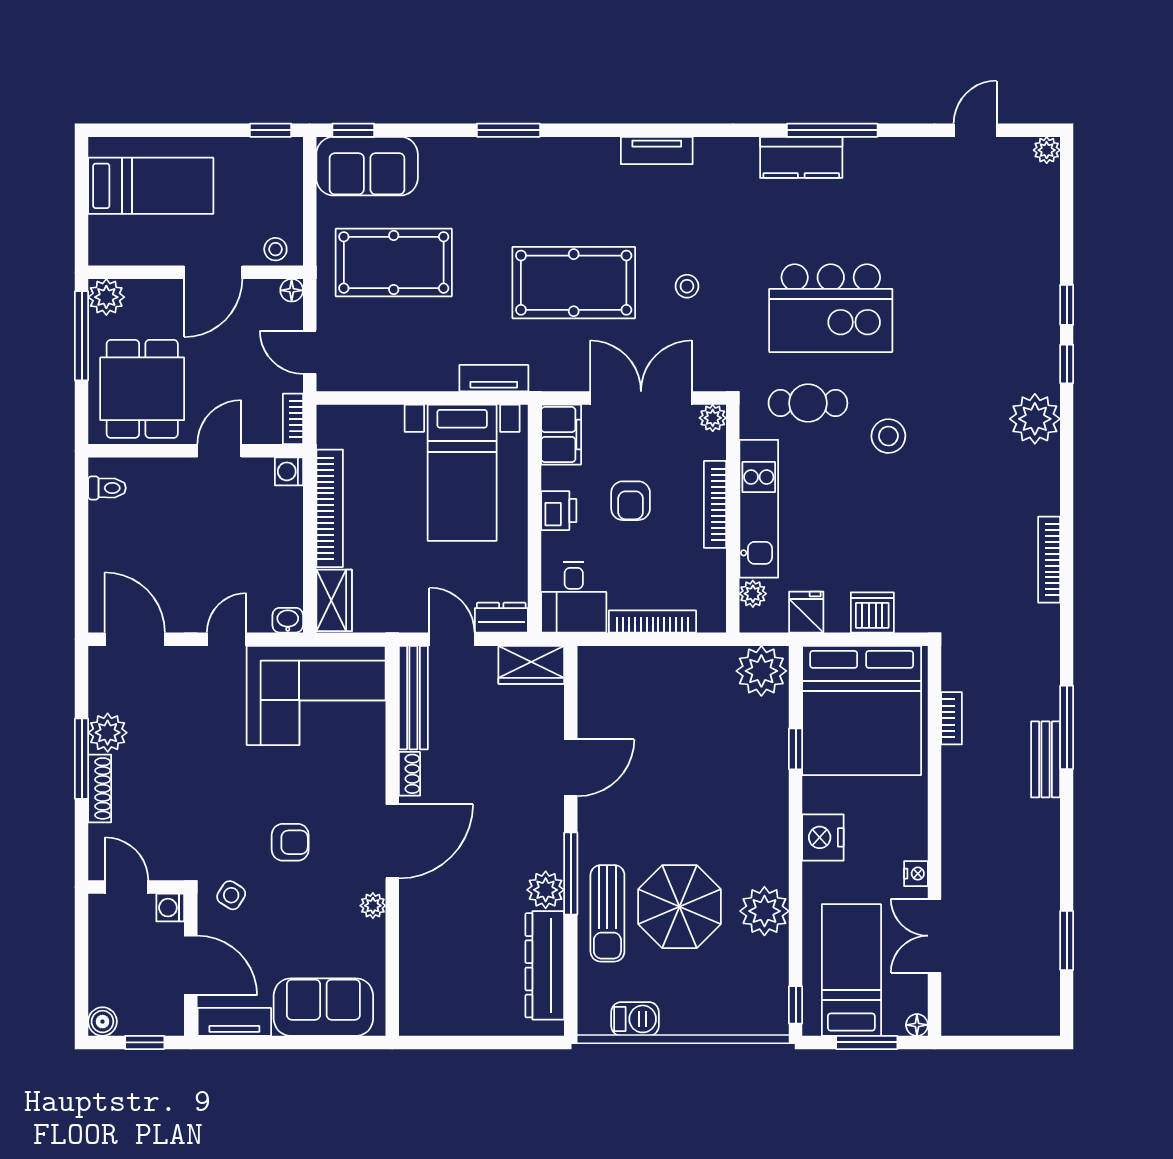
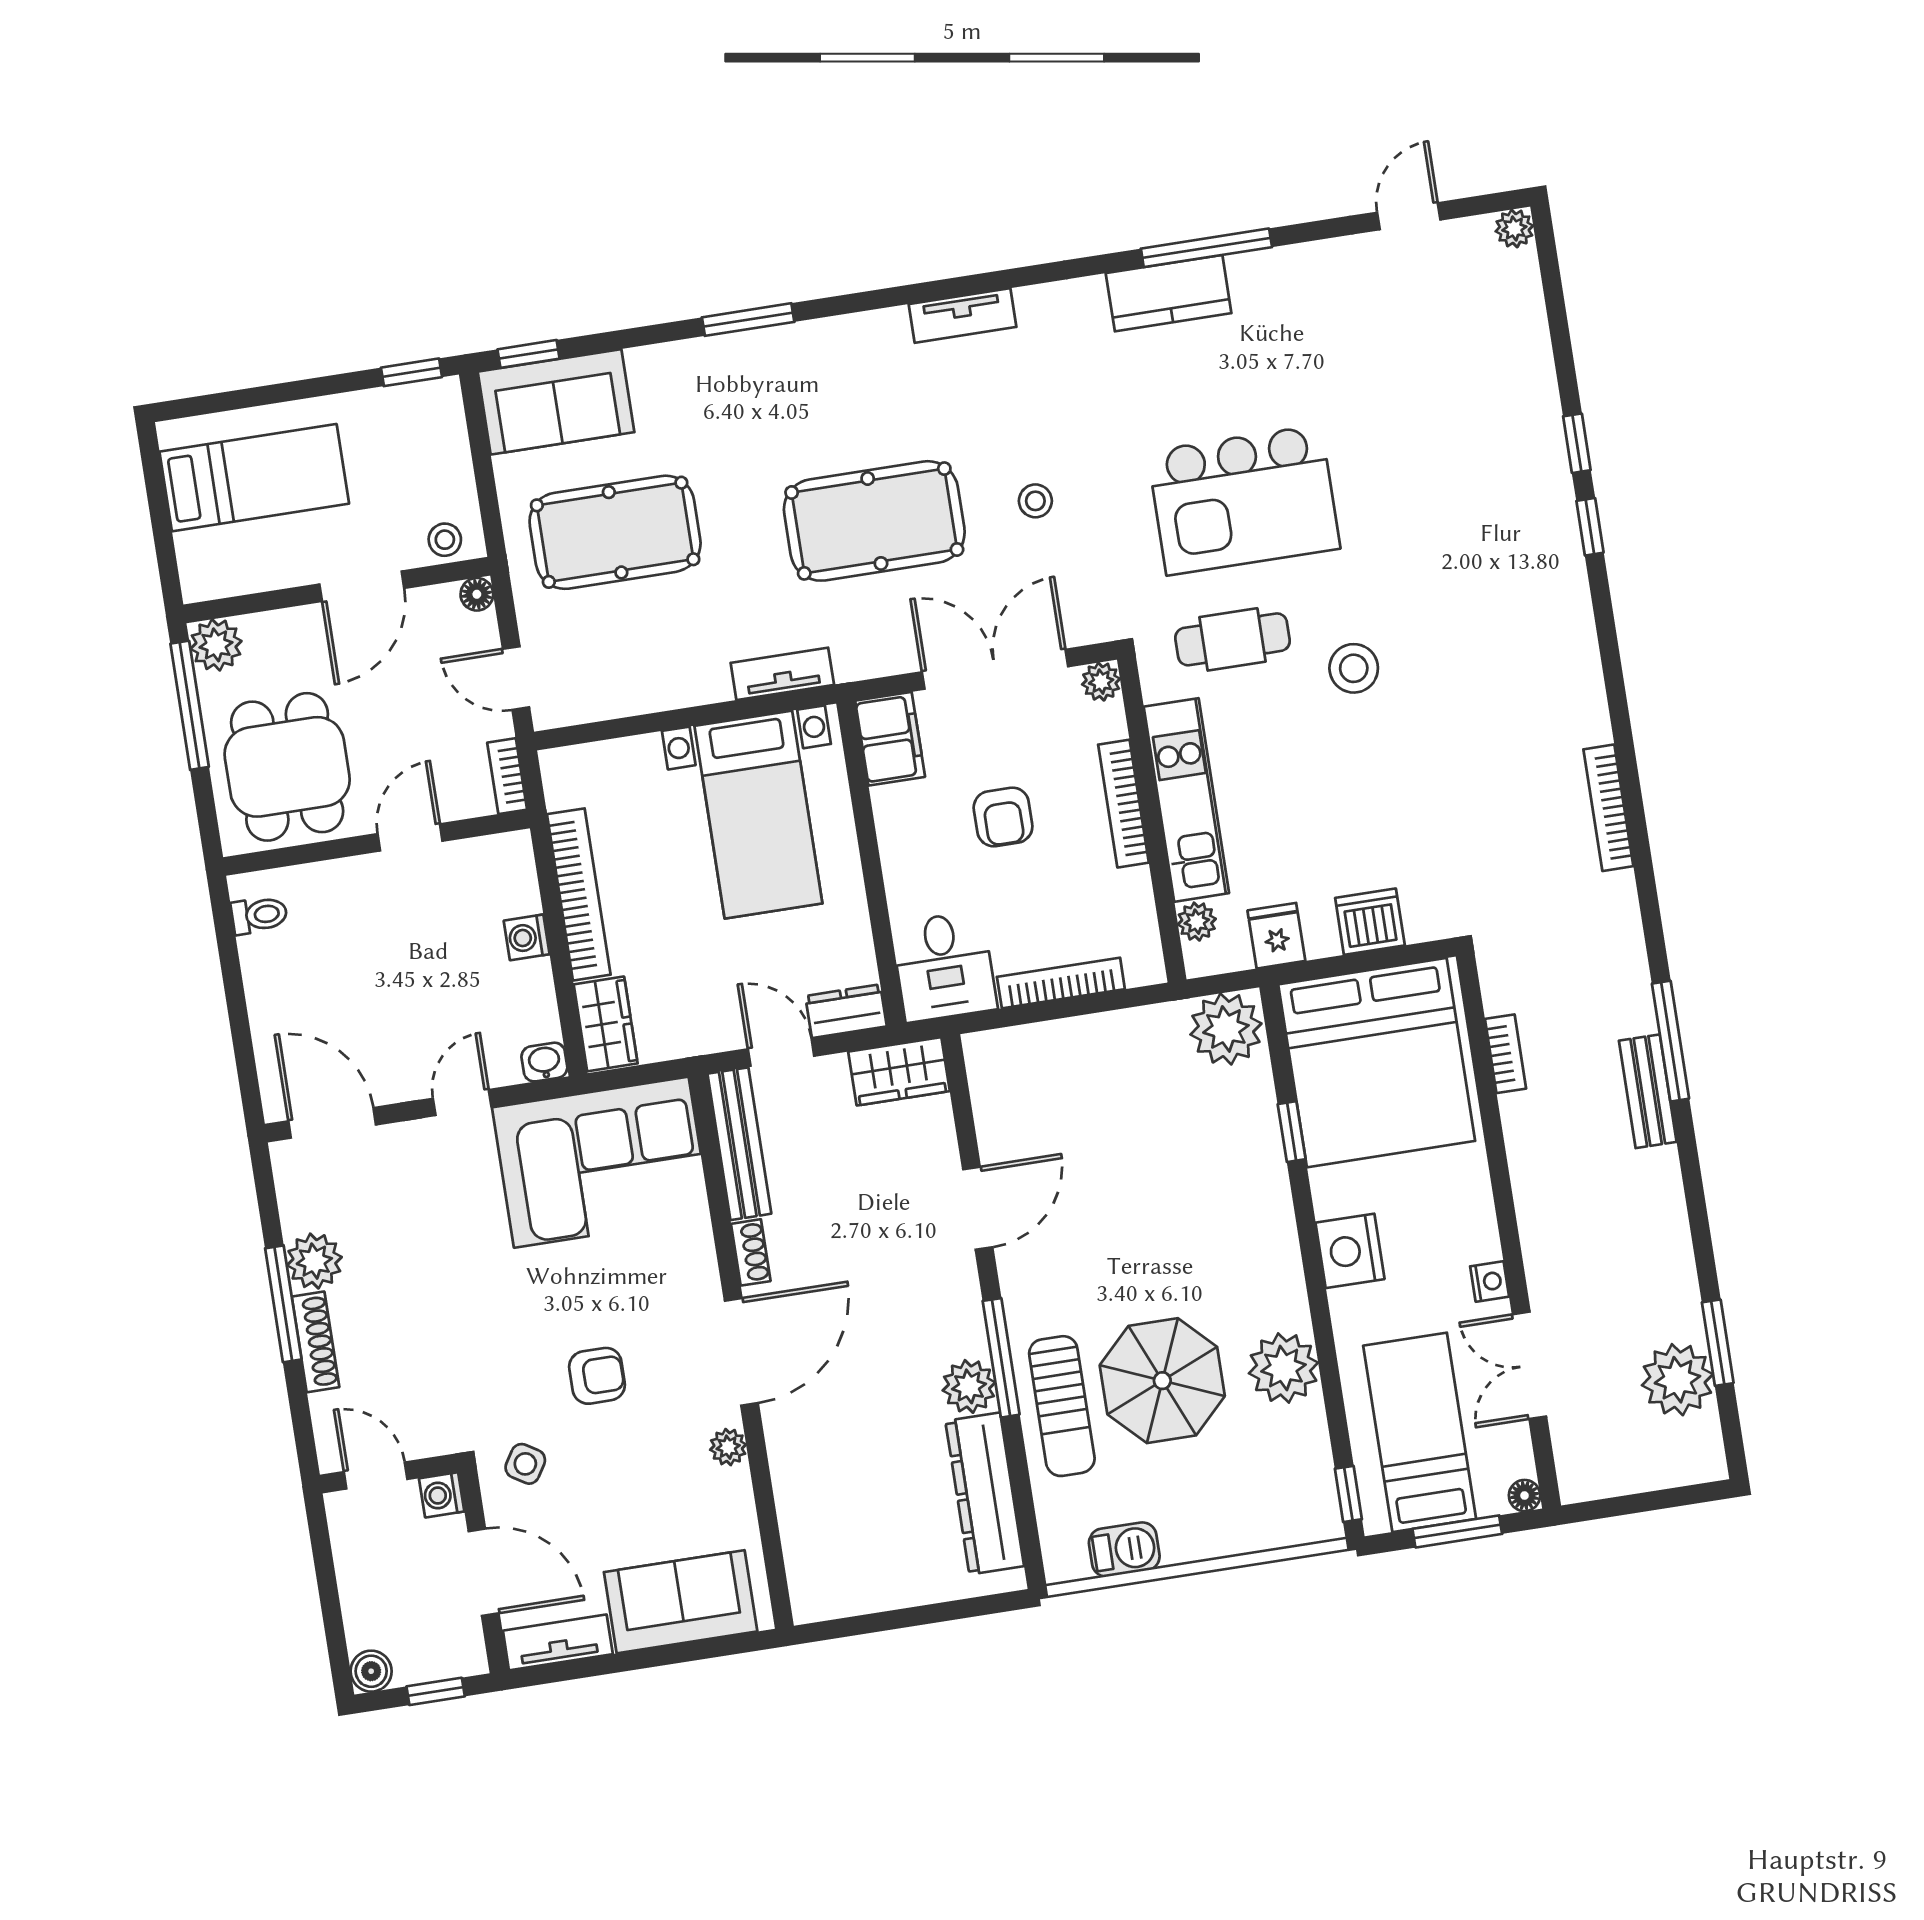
plant: (1035, 419) -> (1677, 1380), moved
washing machine: (289, 471) -> (527, 937), moved
printer: (559, 511) -> (904, 847), removed

